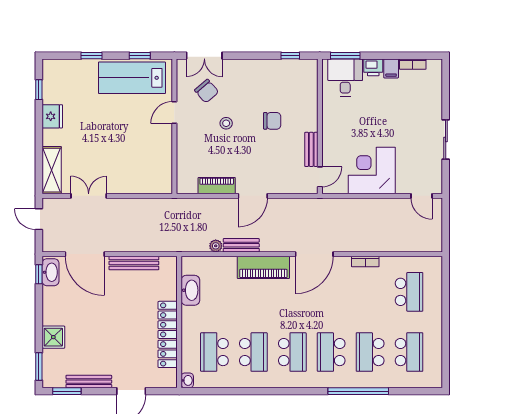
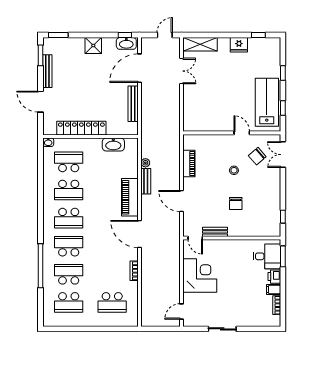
door: (253, 196) -> (181, 201), moved
shower: (53, 337) -> (93, 45), moved

